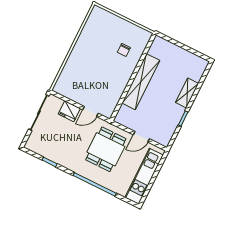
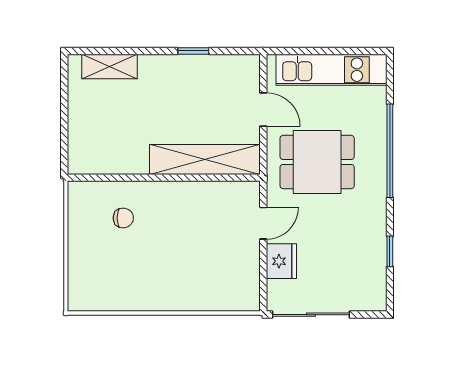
shelving: (141, 82) -> (205, 159), moved
shelving: (187, 93) -> (110, 67), moved
door: (90, 112) -> (263, 223), hinge flipped

